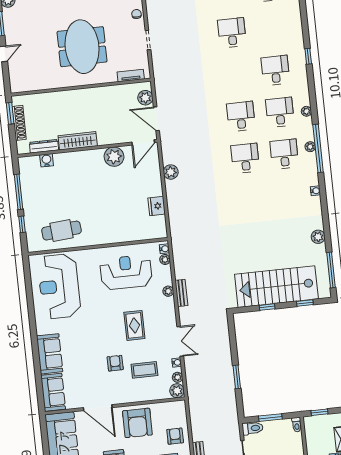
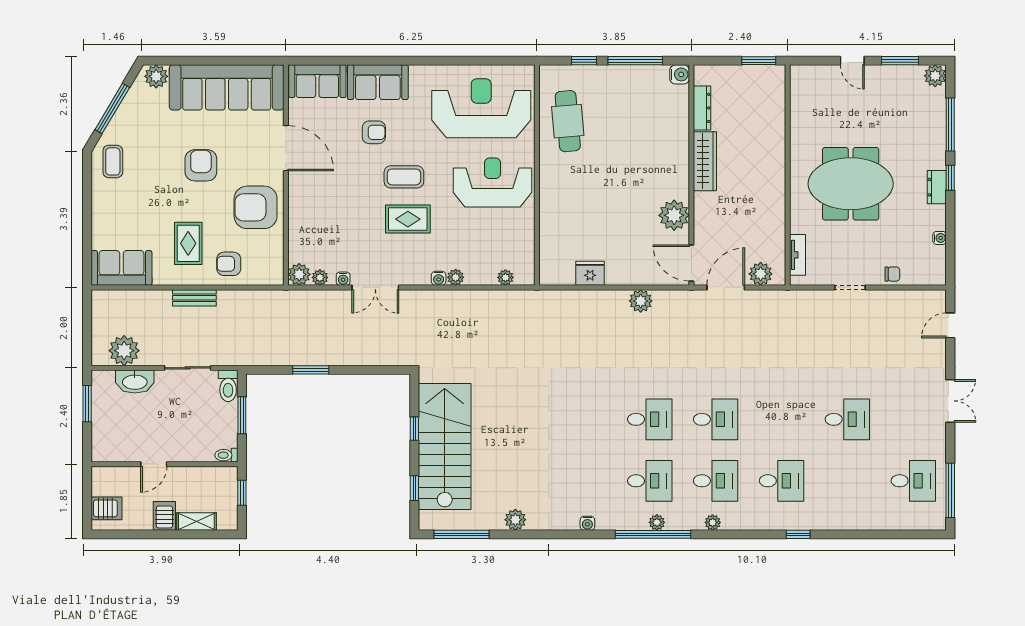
shoe rack: (19, 123) -> (742, 73), removed
water cooler: (47, 160) -> (680, 74), moved
water cooler: (164, 249) -> (439, 278), moved
reception desk: (126, 272) -> (493, 183), moved, turned -90
bench: (181, 293) -> (451, 297), removed
armchair: (115, 363) -> (374, 132), moved
coffee table: (144, 370) -> (404, 177), moved, turned 90
door: (98, 408) -> (286, 148), swing flipped
armchair: (175, 436) -> (229, 264), turned 180

